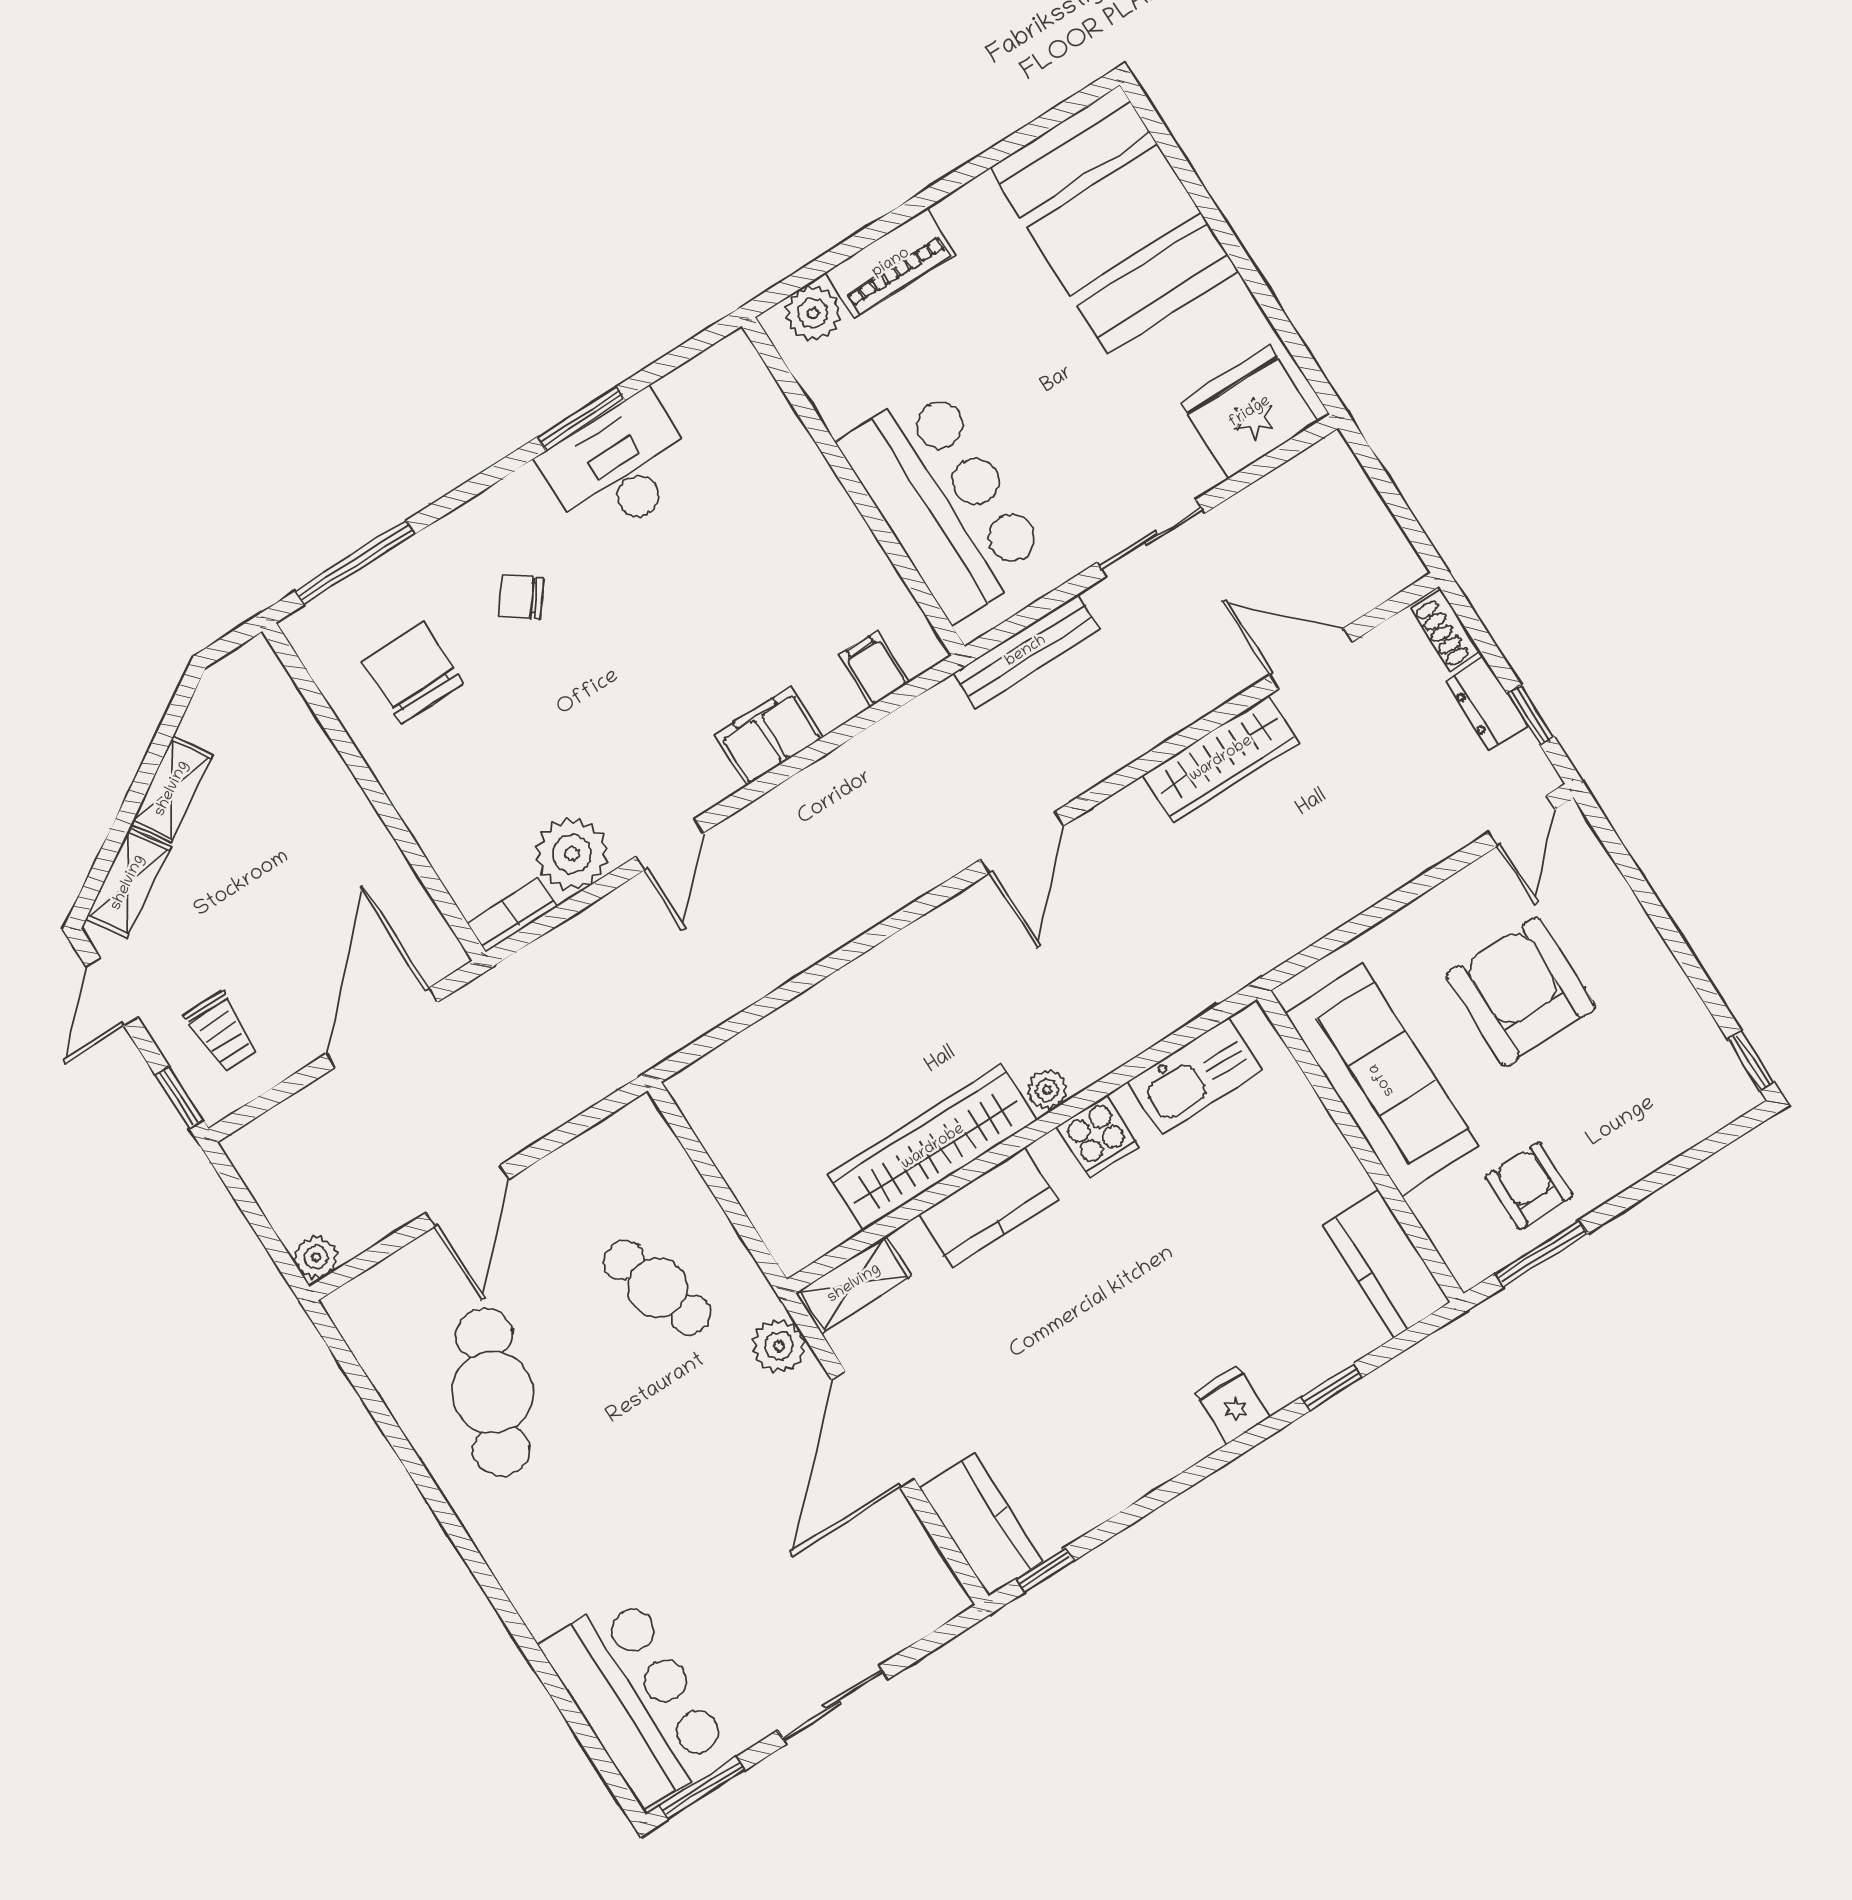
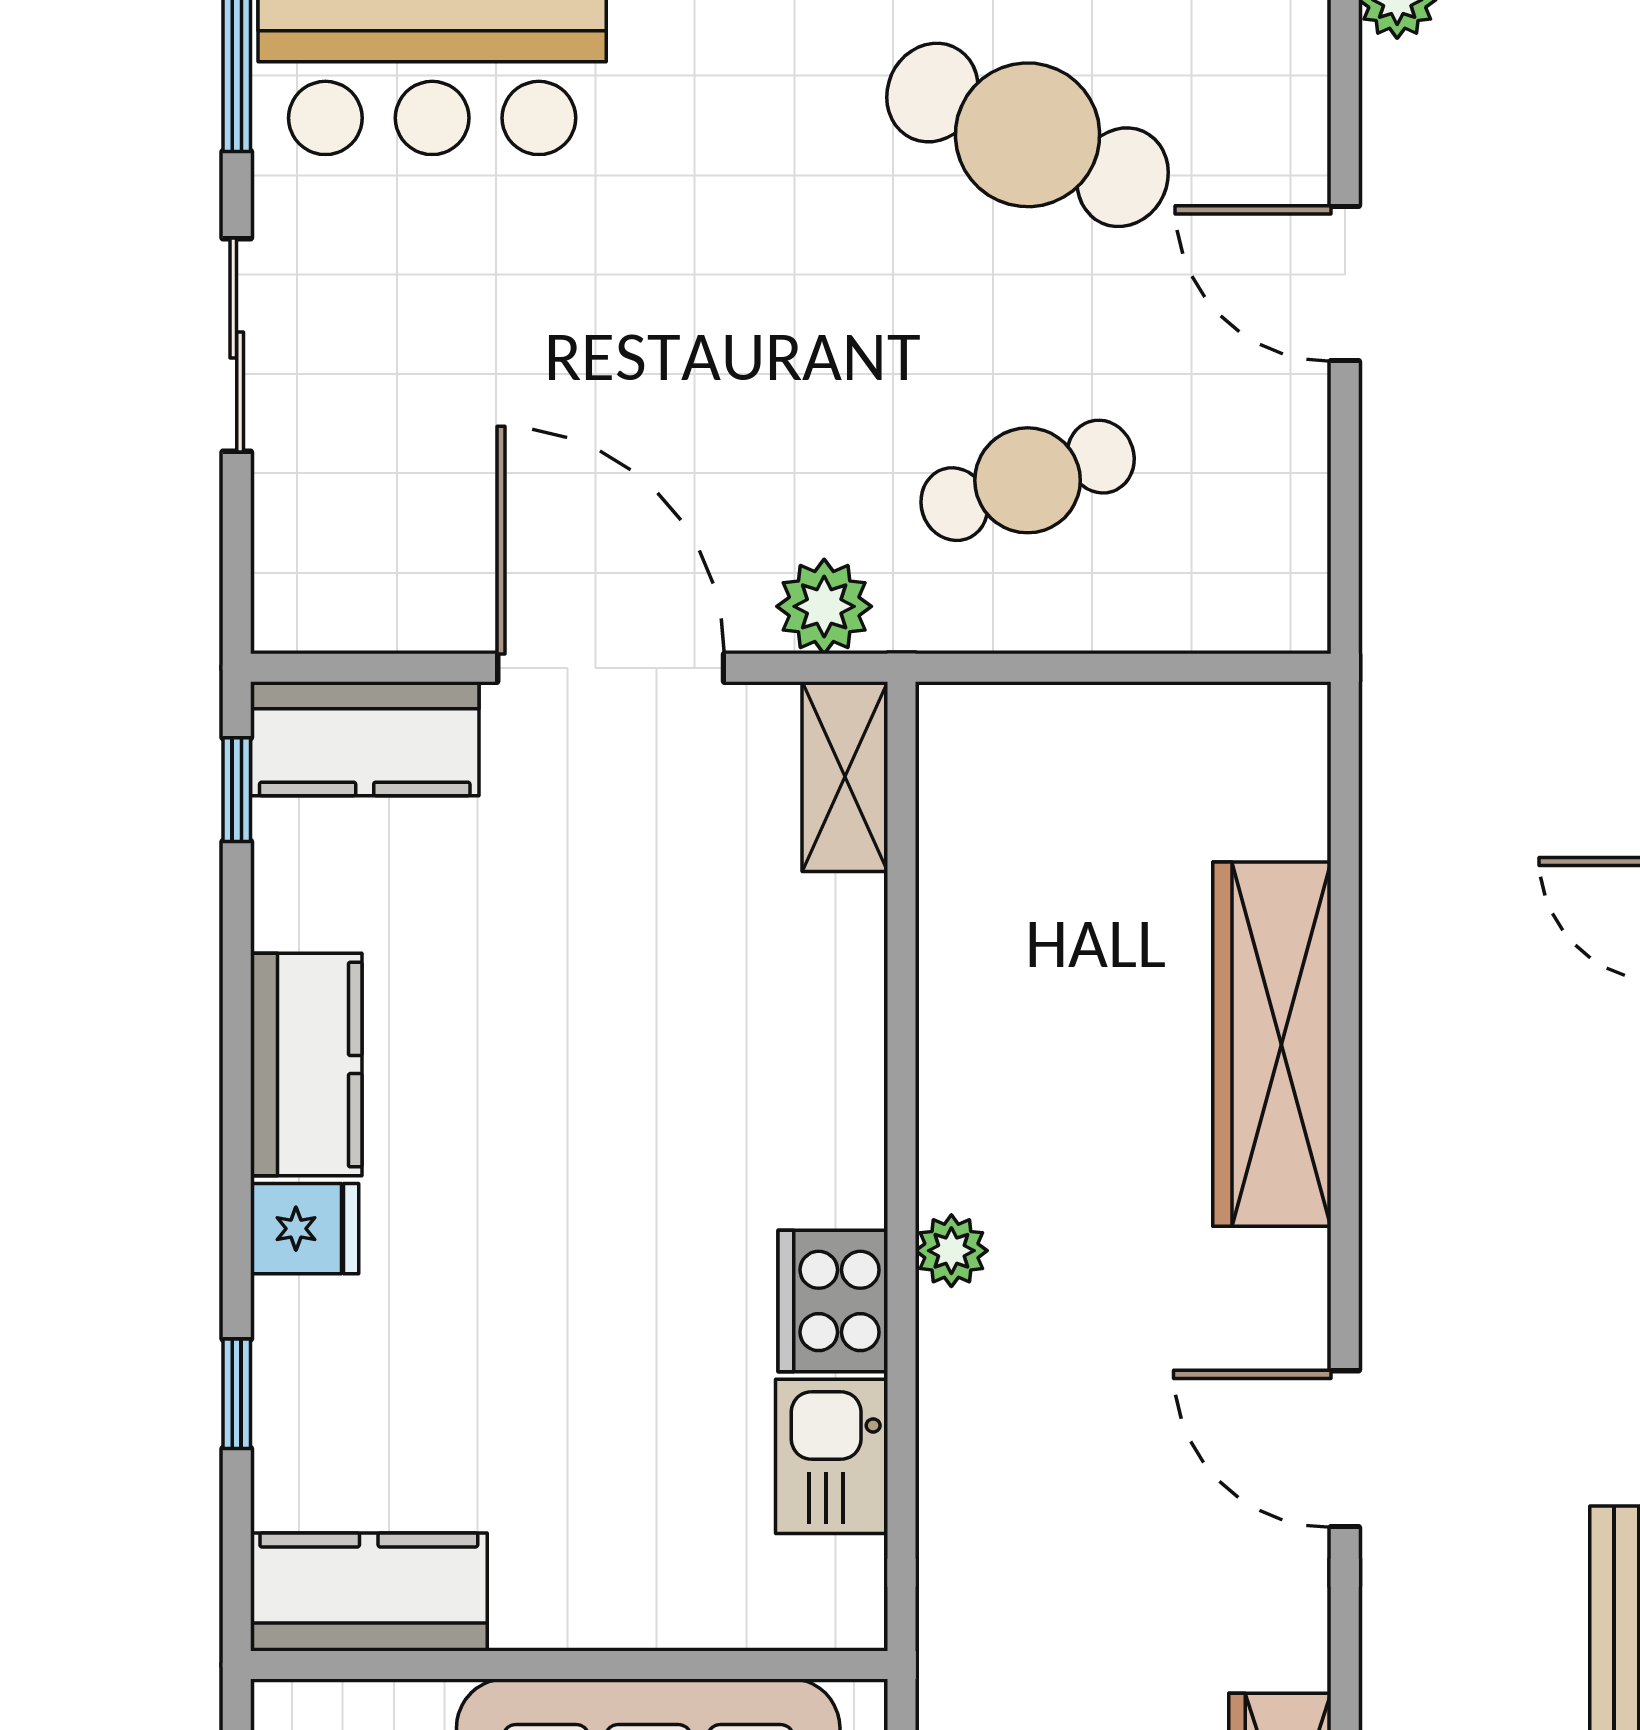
kitchen sink: (1195, 1076) -> (832, 1456), width x0.73
cooker: (1098, 1137) -> (833, 1301), width x1.36
wardrobe: (933, 1147) -> (1272, 1044), moved, turned 180
kitchen counter: (988, 1207) -> (306, 1065), moved, turned 180

